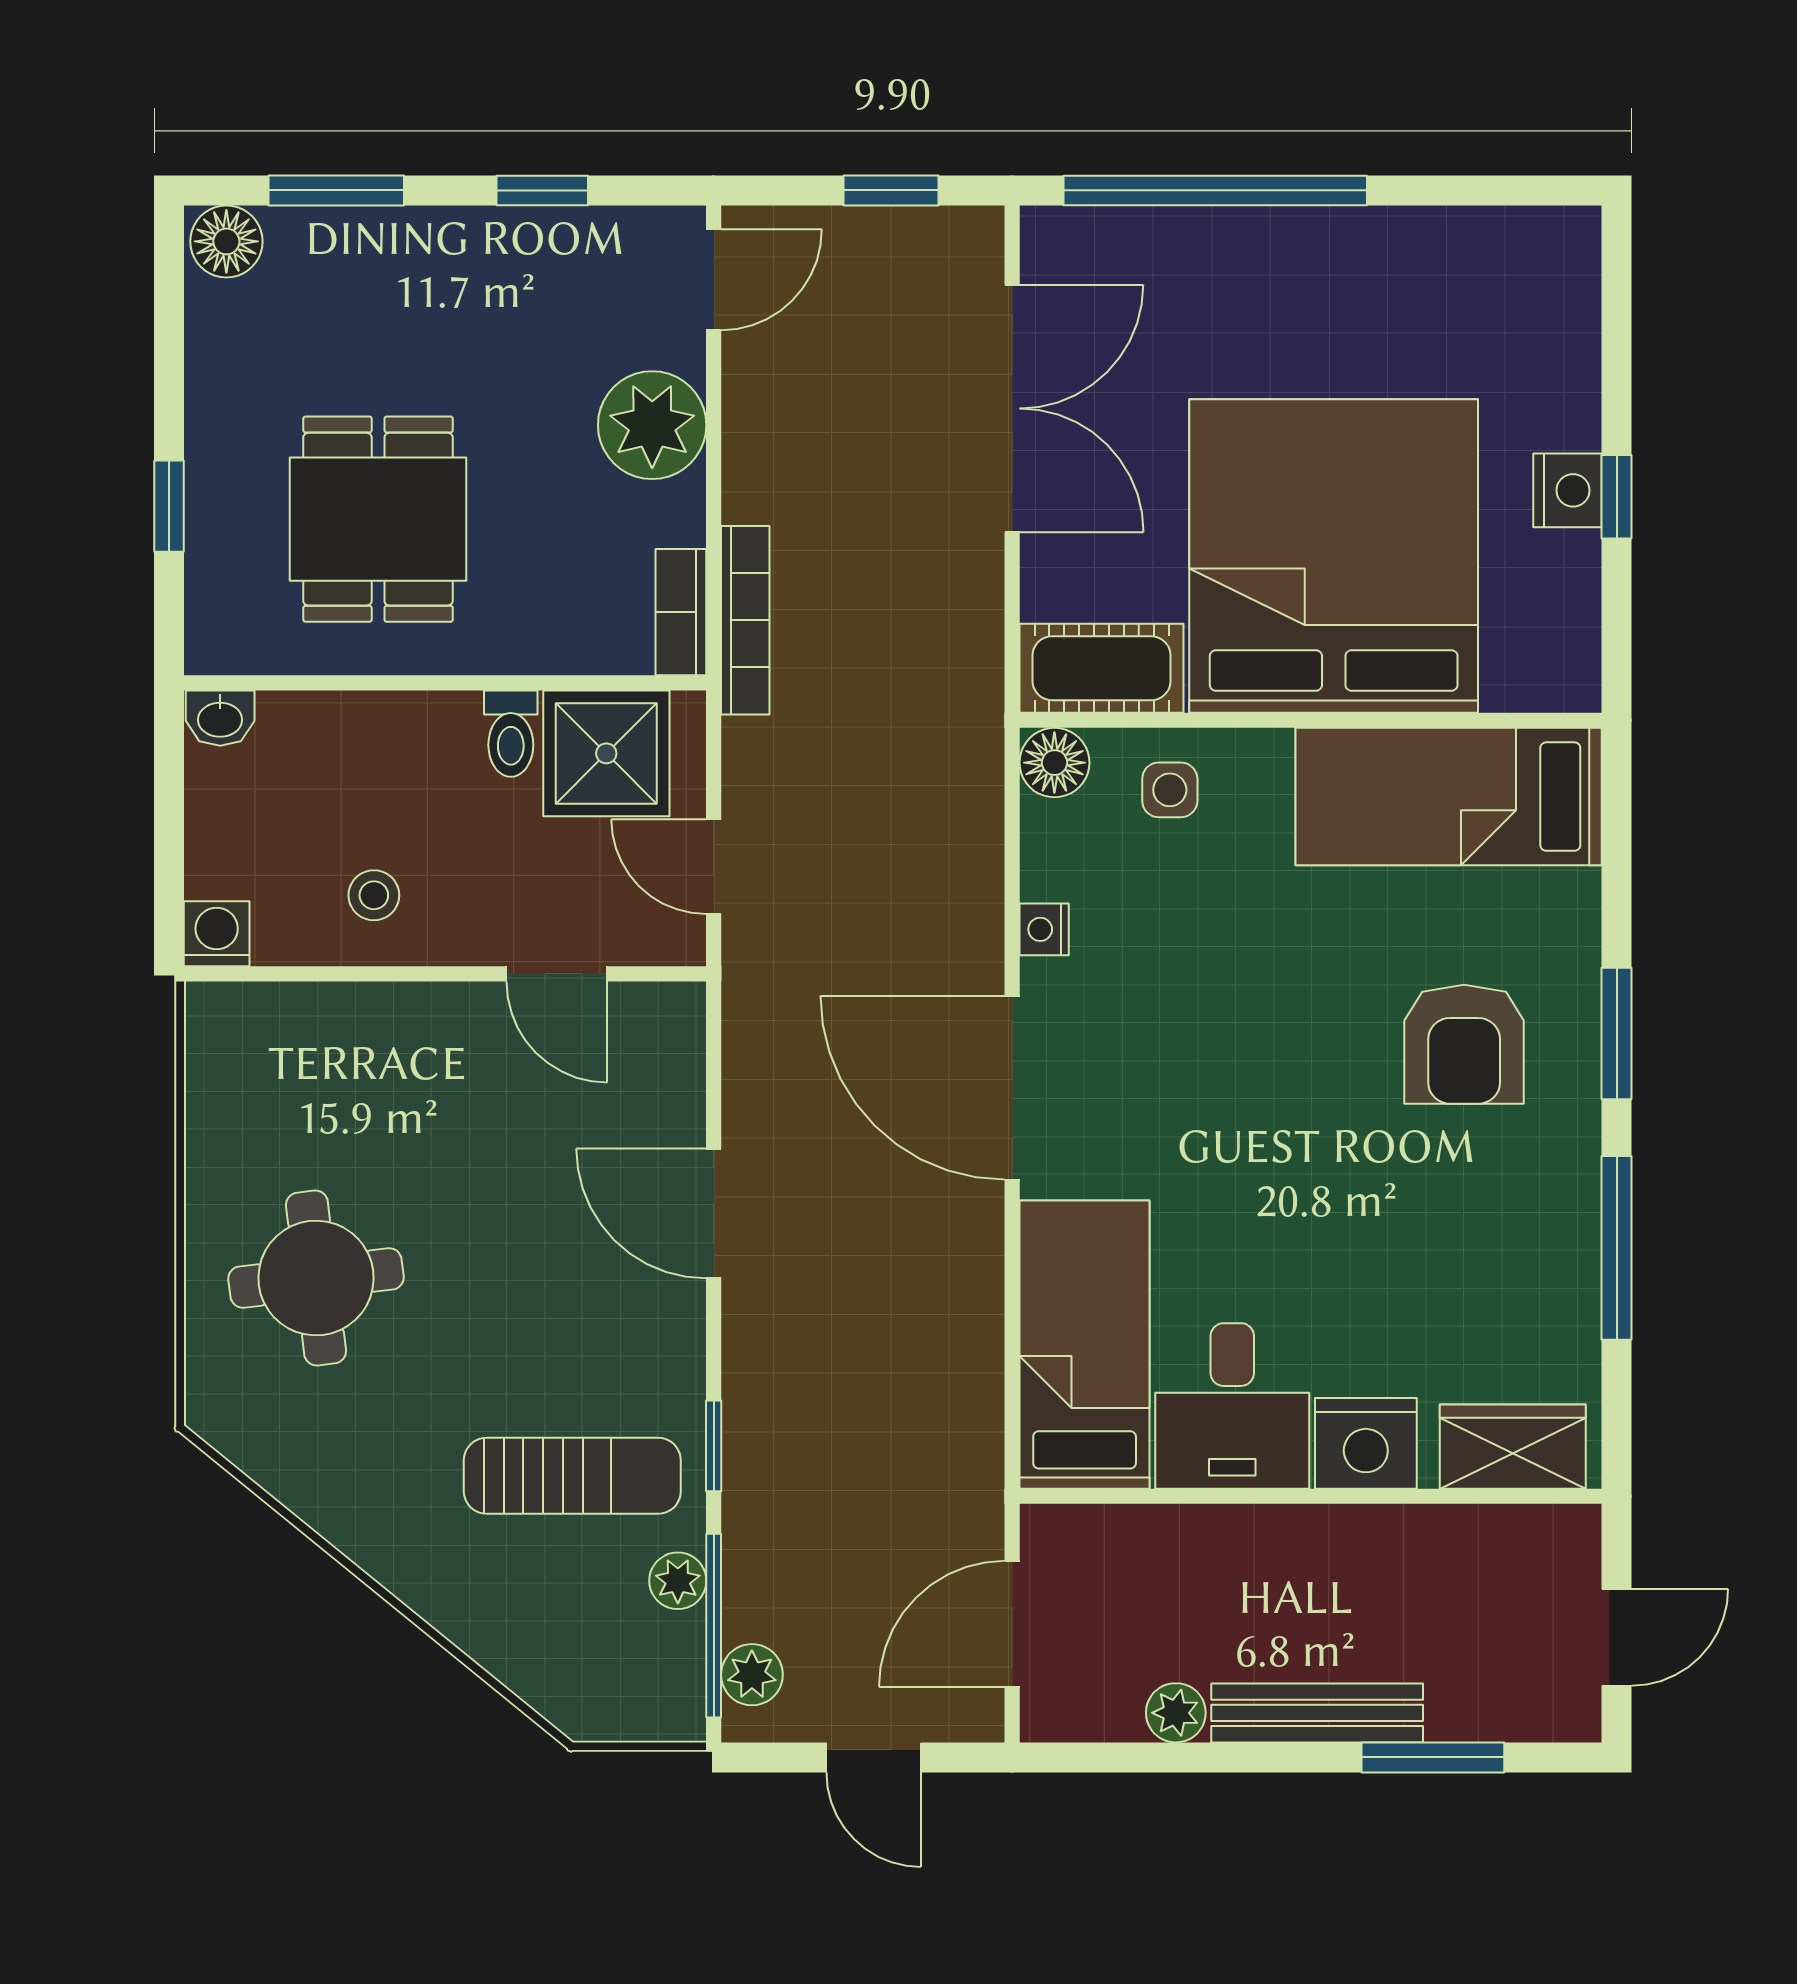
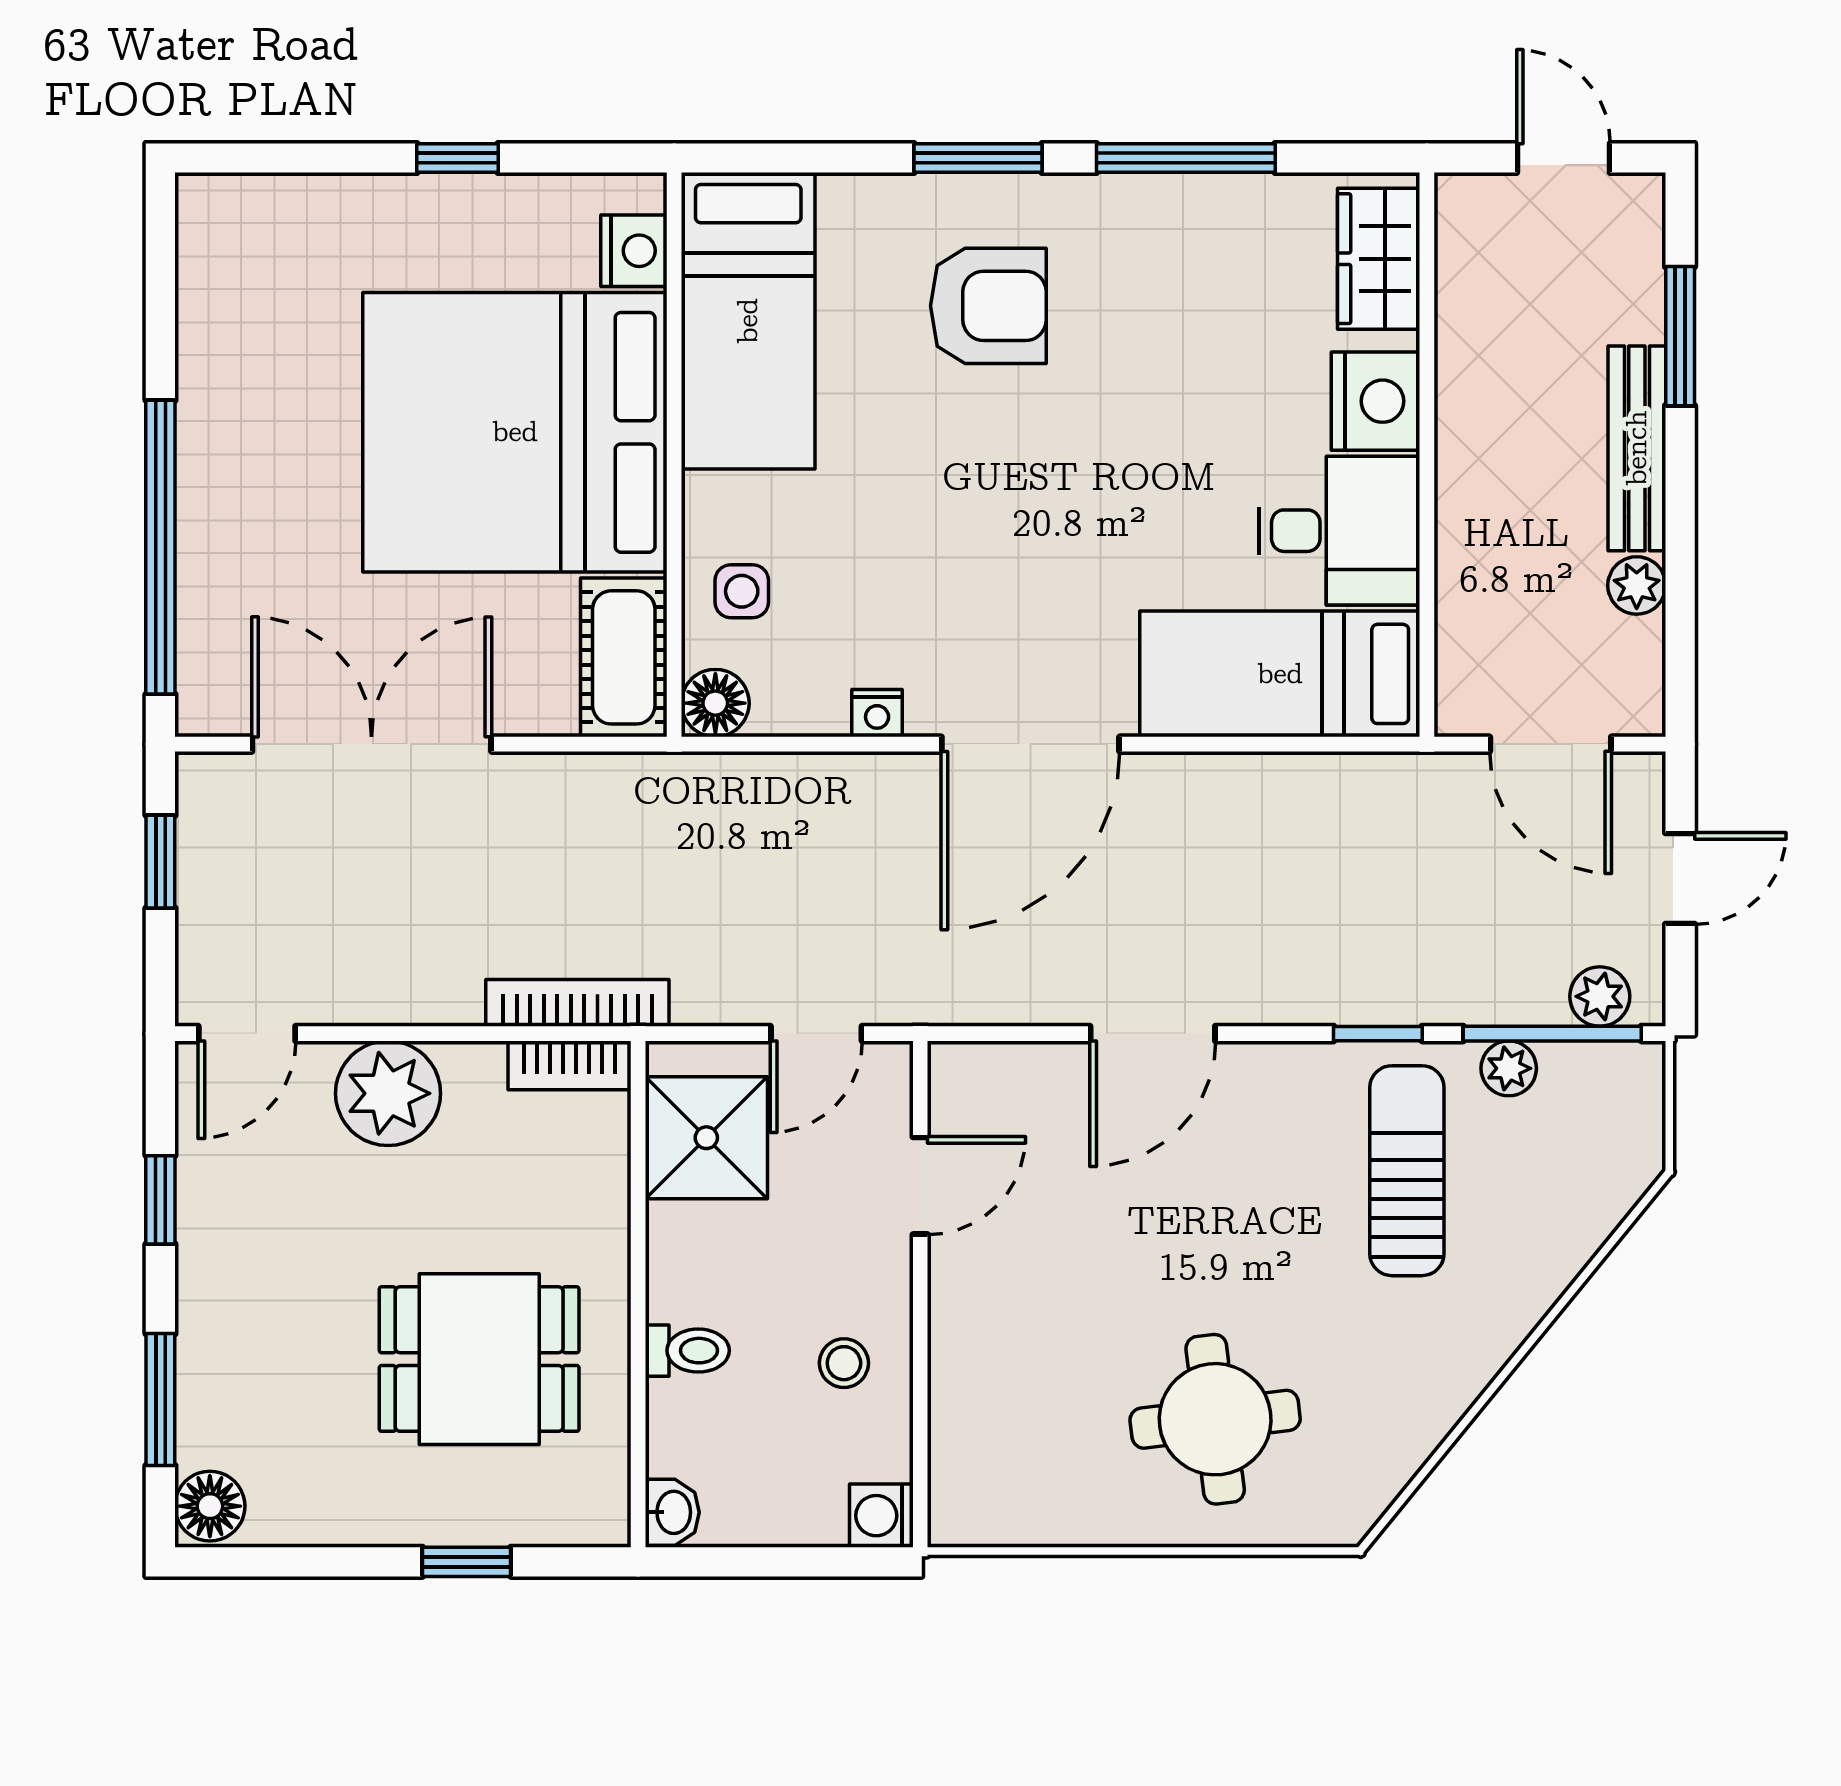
door: (714, 280) -> (247, 1034), swing flipped
nightstand: (1568, 490) -> (634, 251), moved, turned 90
toilet: (511, 734) -> (687, 1351), moved

